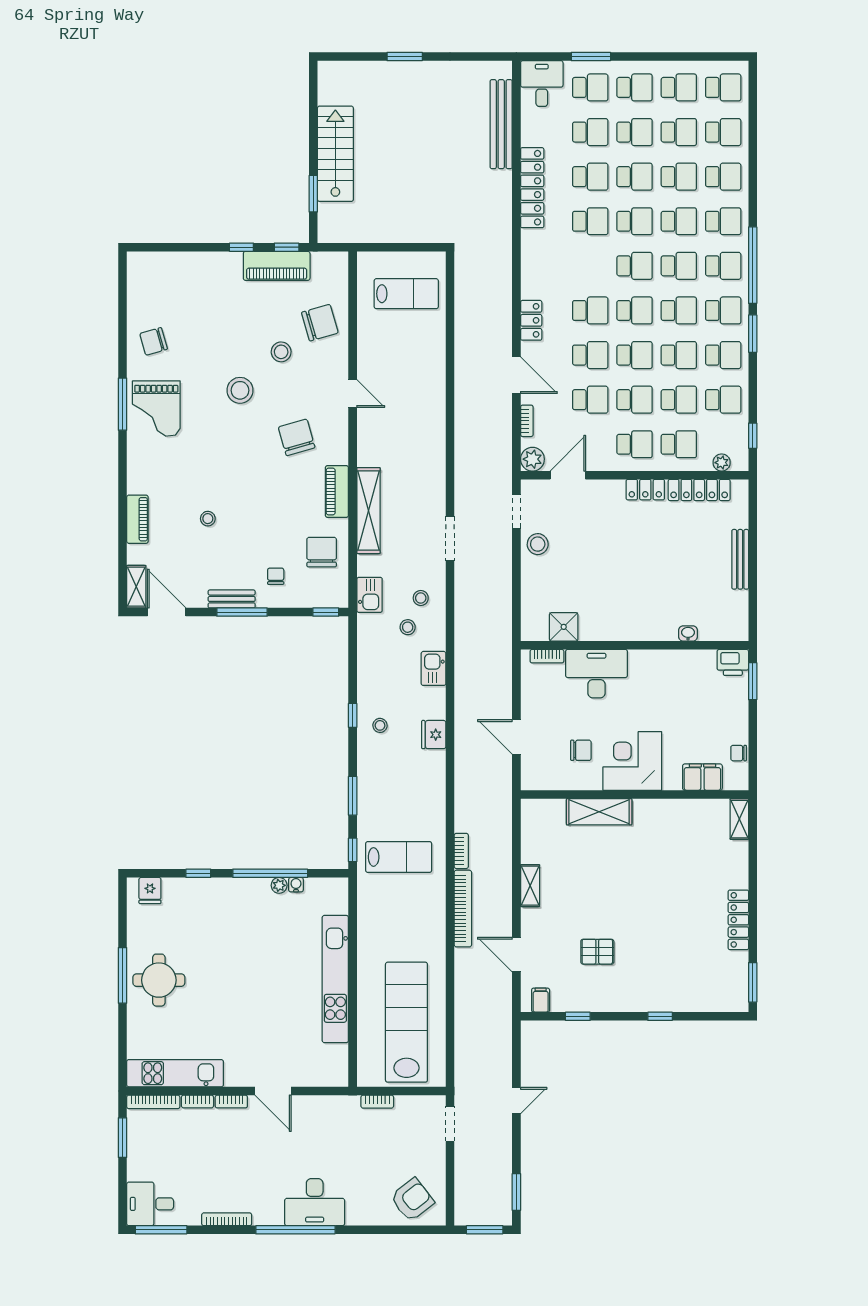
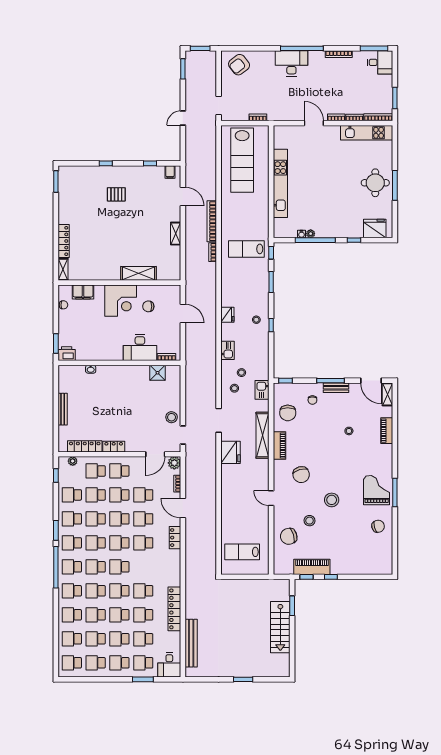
fridge: (428, 479) -> (230, 452), added
fridge: (150, 891) -> (375, 229), width x1.88, depth x1.34
locker: (738, 920) -> (64, 241), moved
pallet: (597, 952) -> (116, 194), moved

